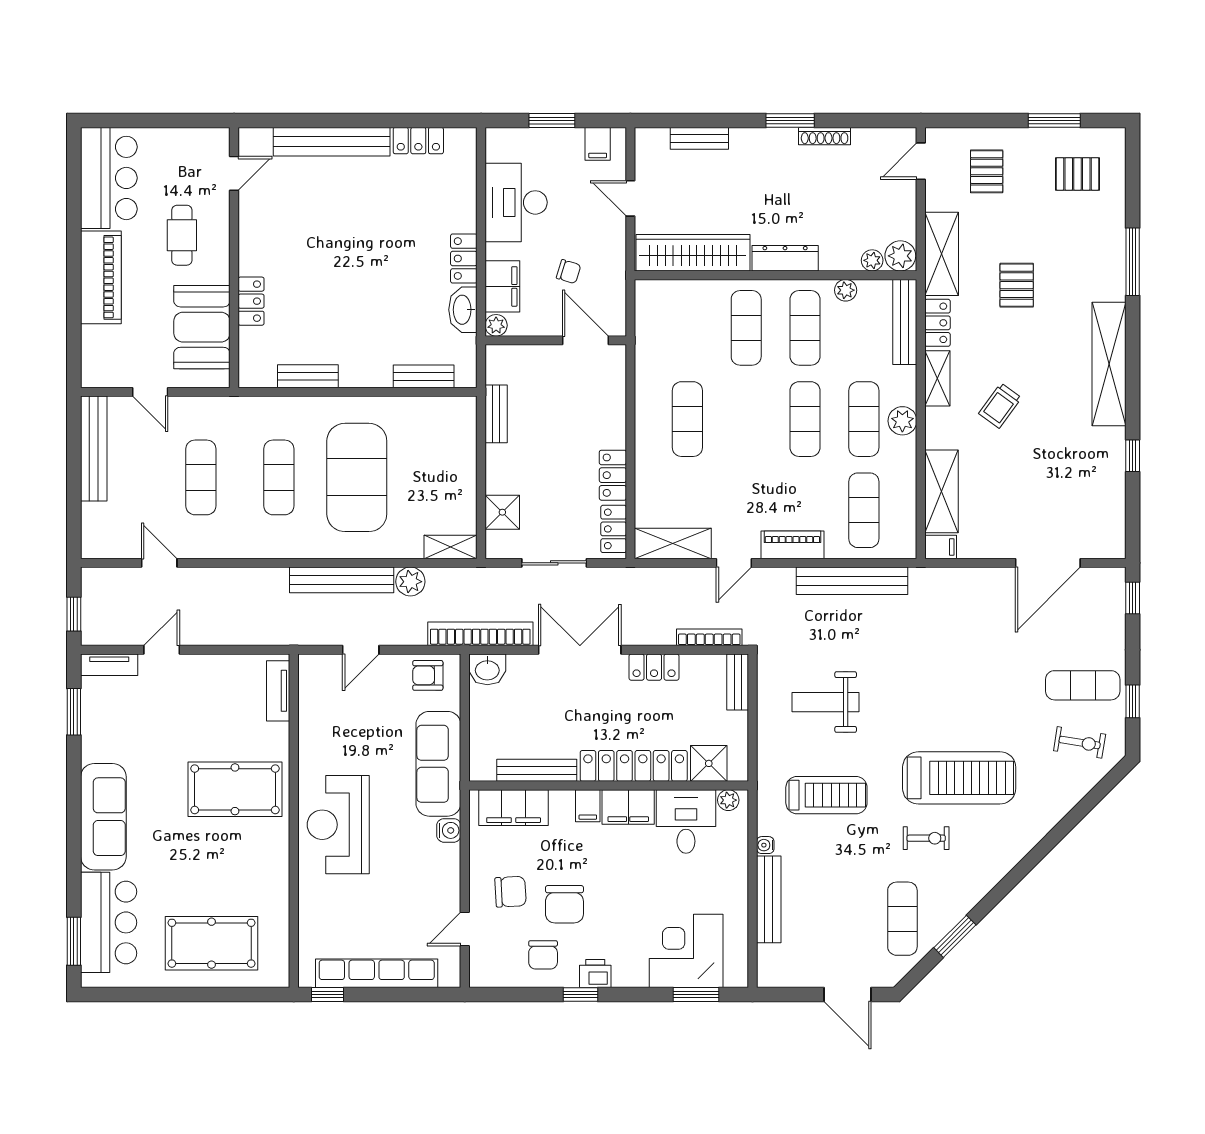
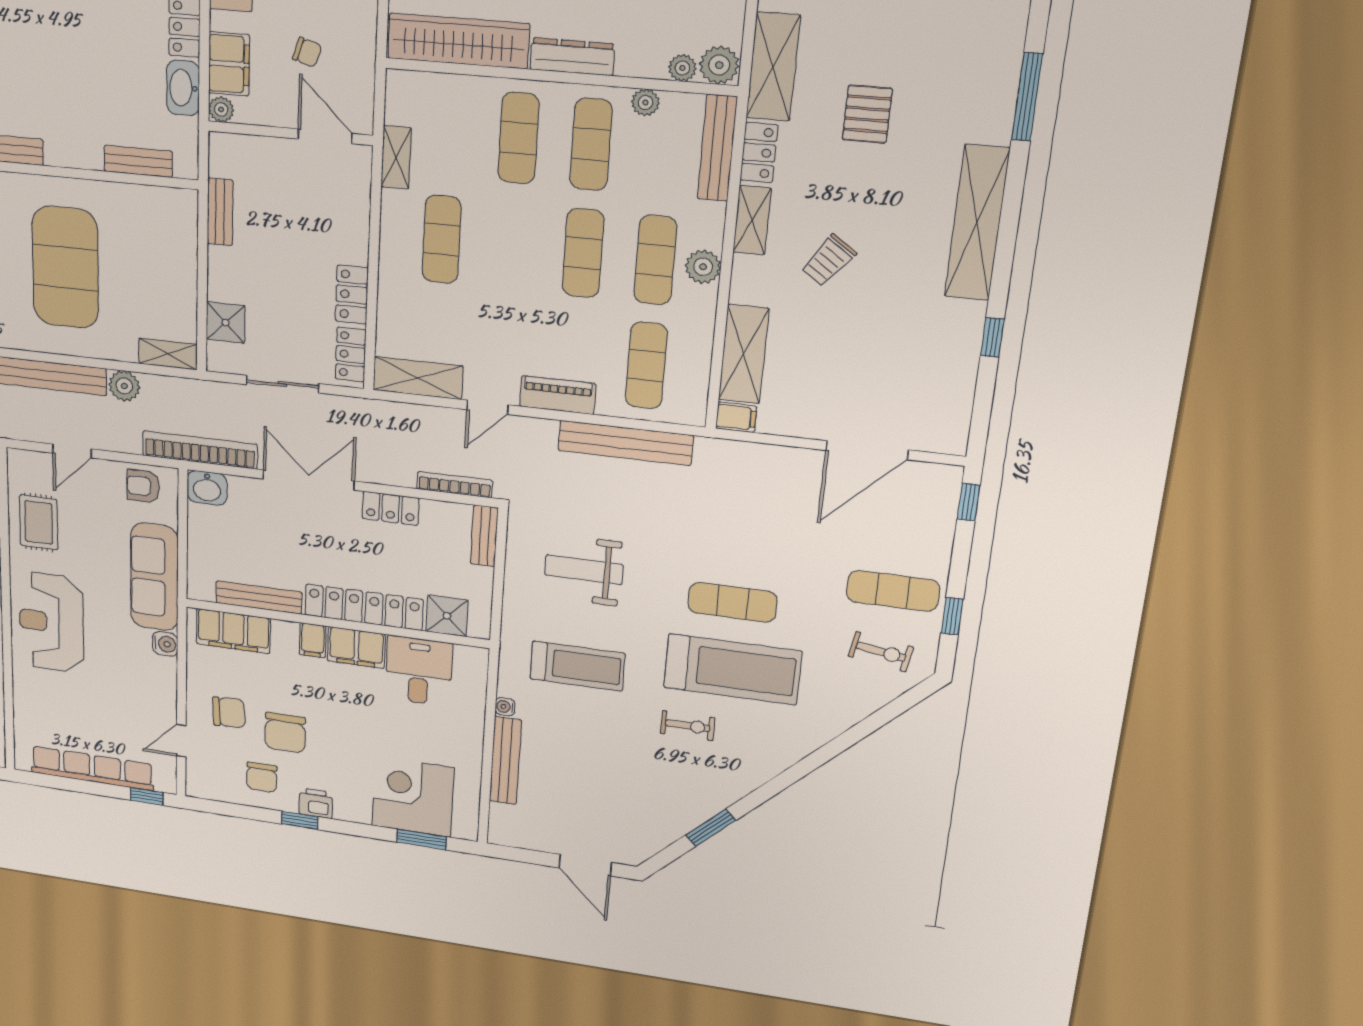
shelving: (646, 353) -> (396, 157), added
rug: (328, 725) -> (39, 522), added
plant: (728, 800) -> (467, 656), removed
exercise mat: (902, 919) -> (732, 602), moved, turned 90
window: (327, 995) -> (147, 796), moved

